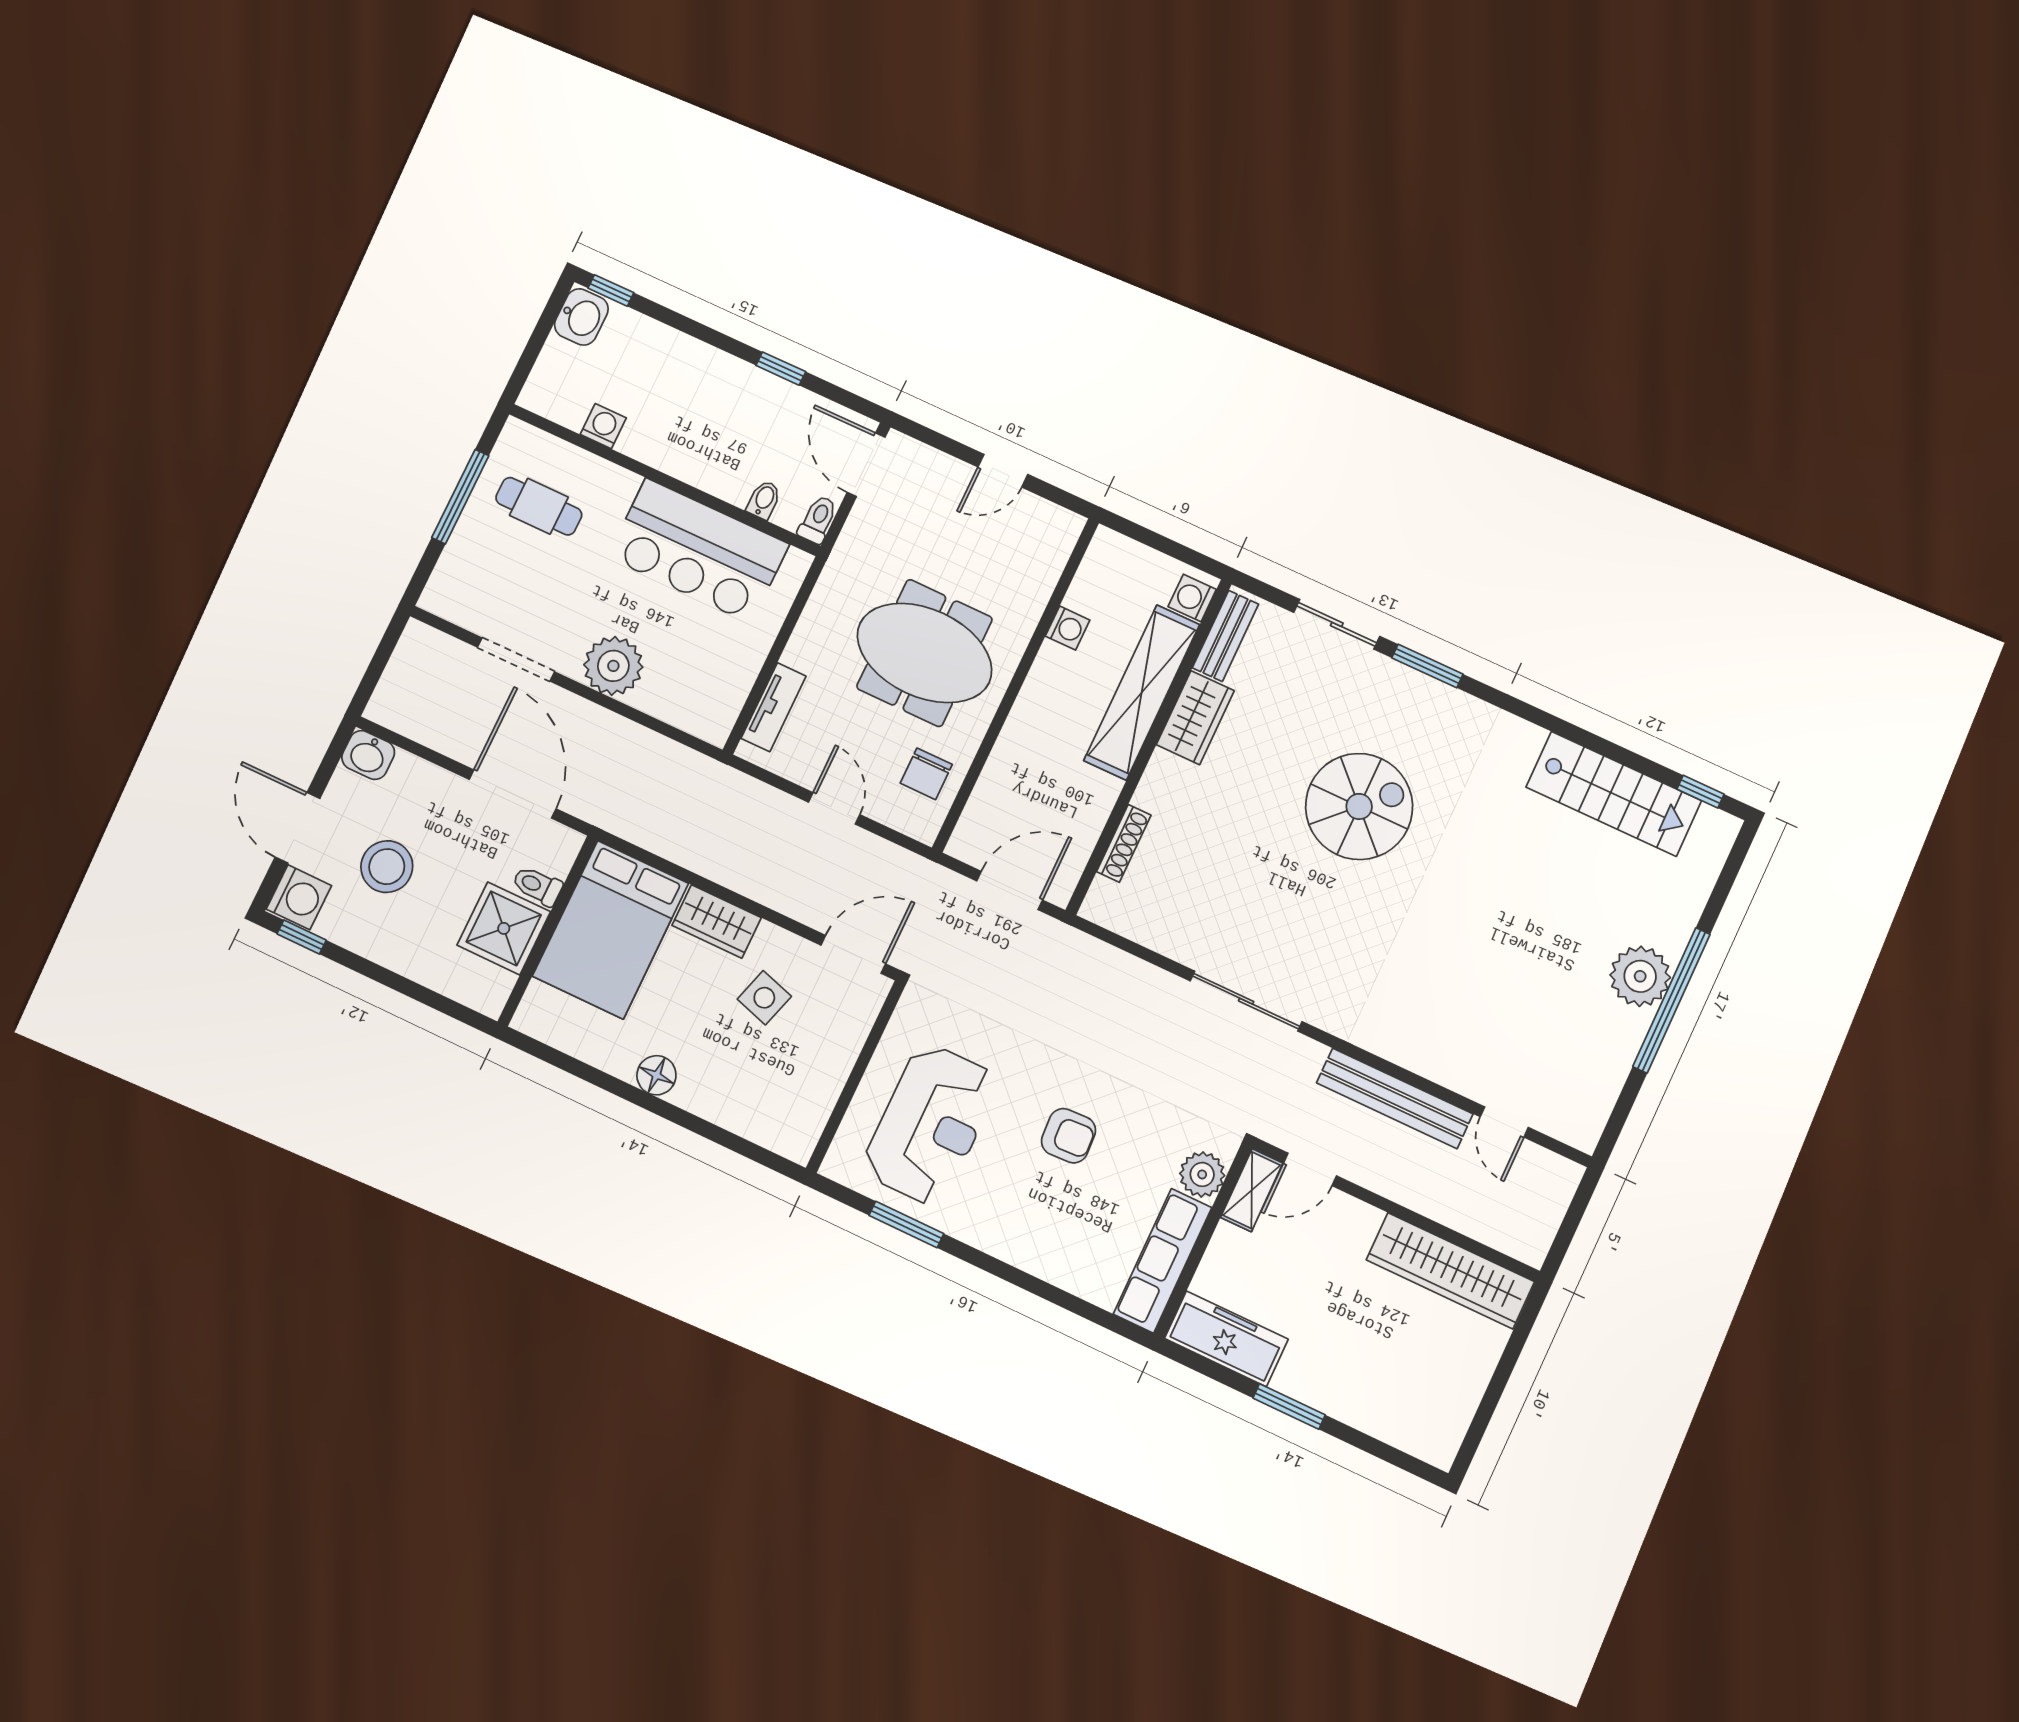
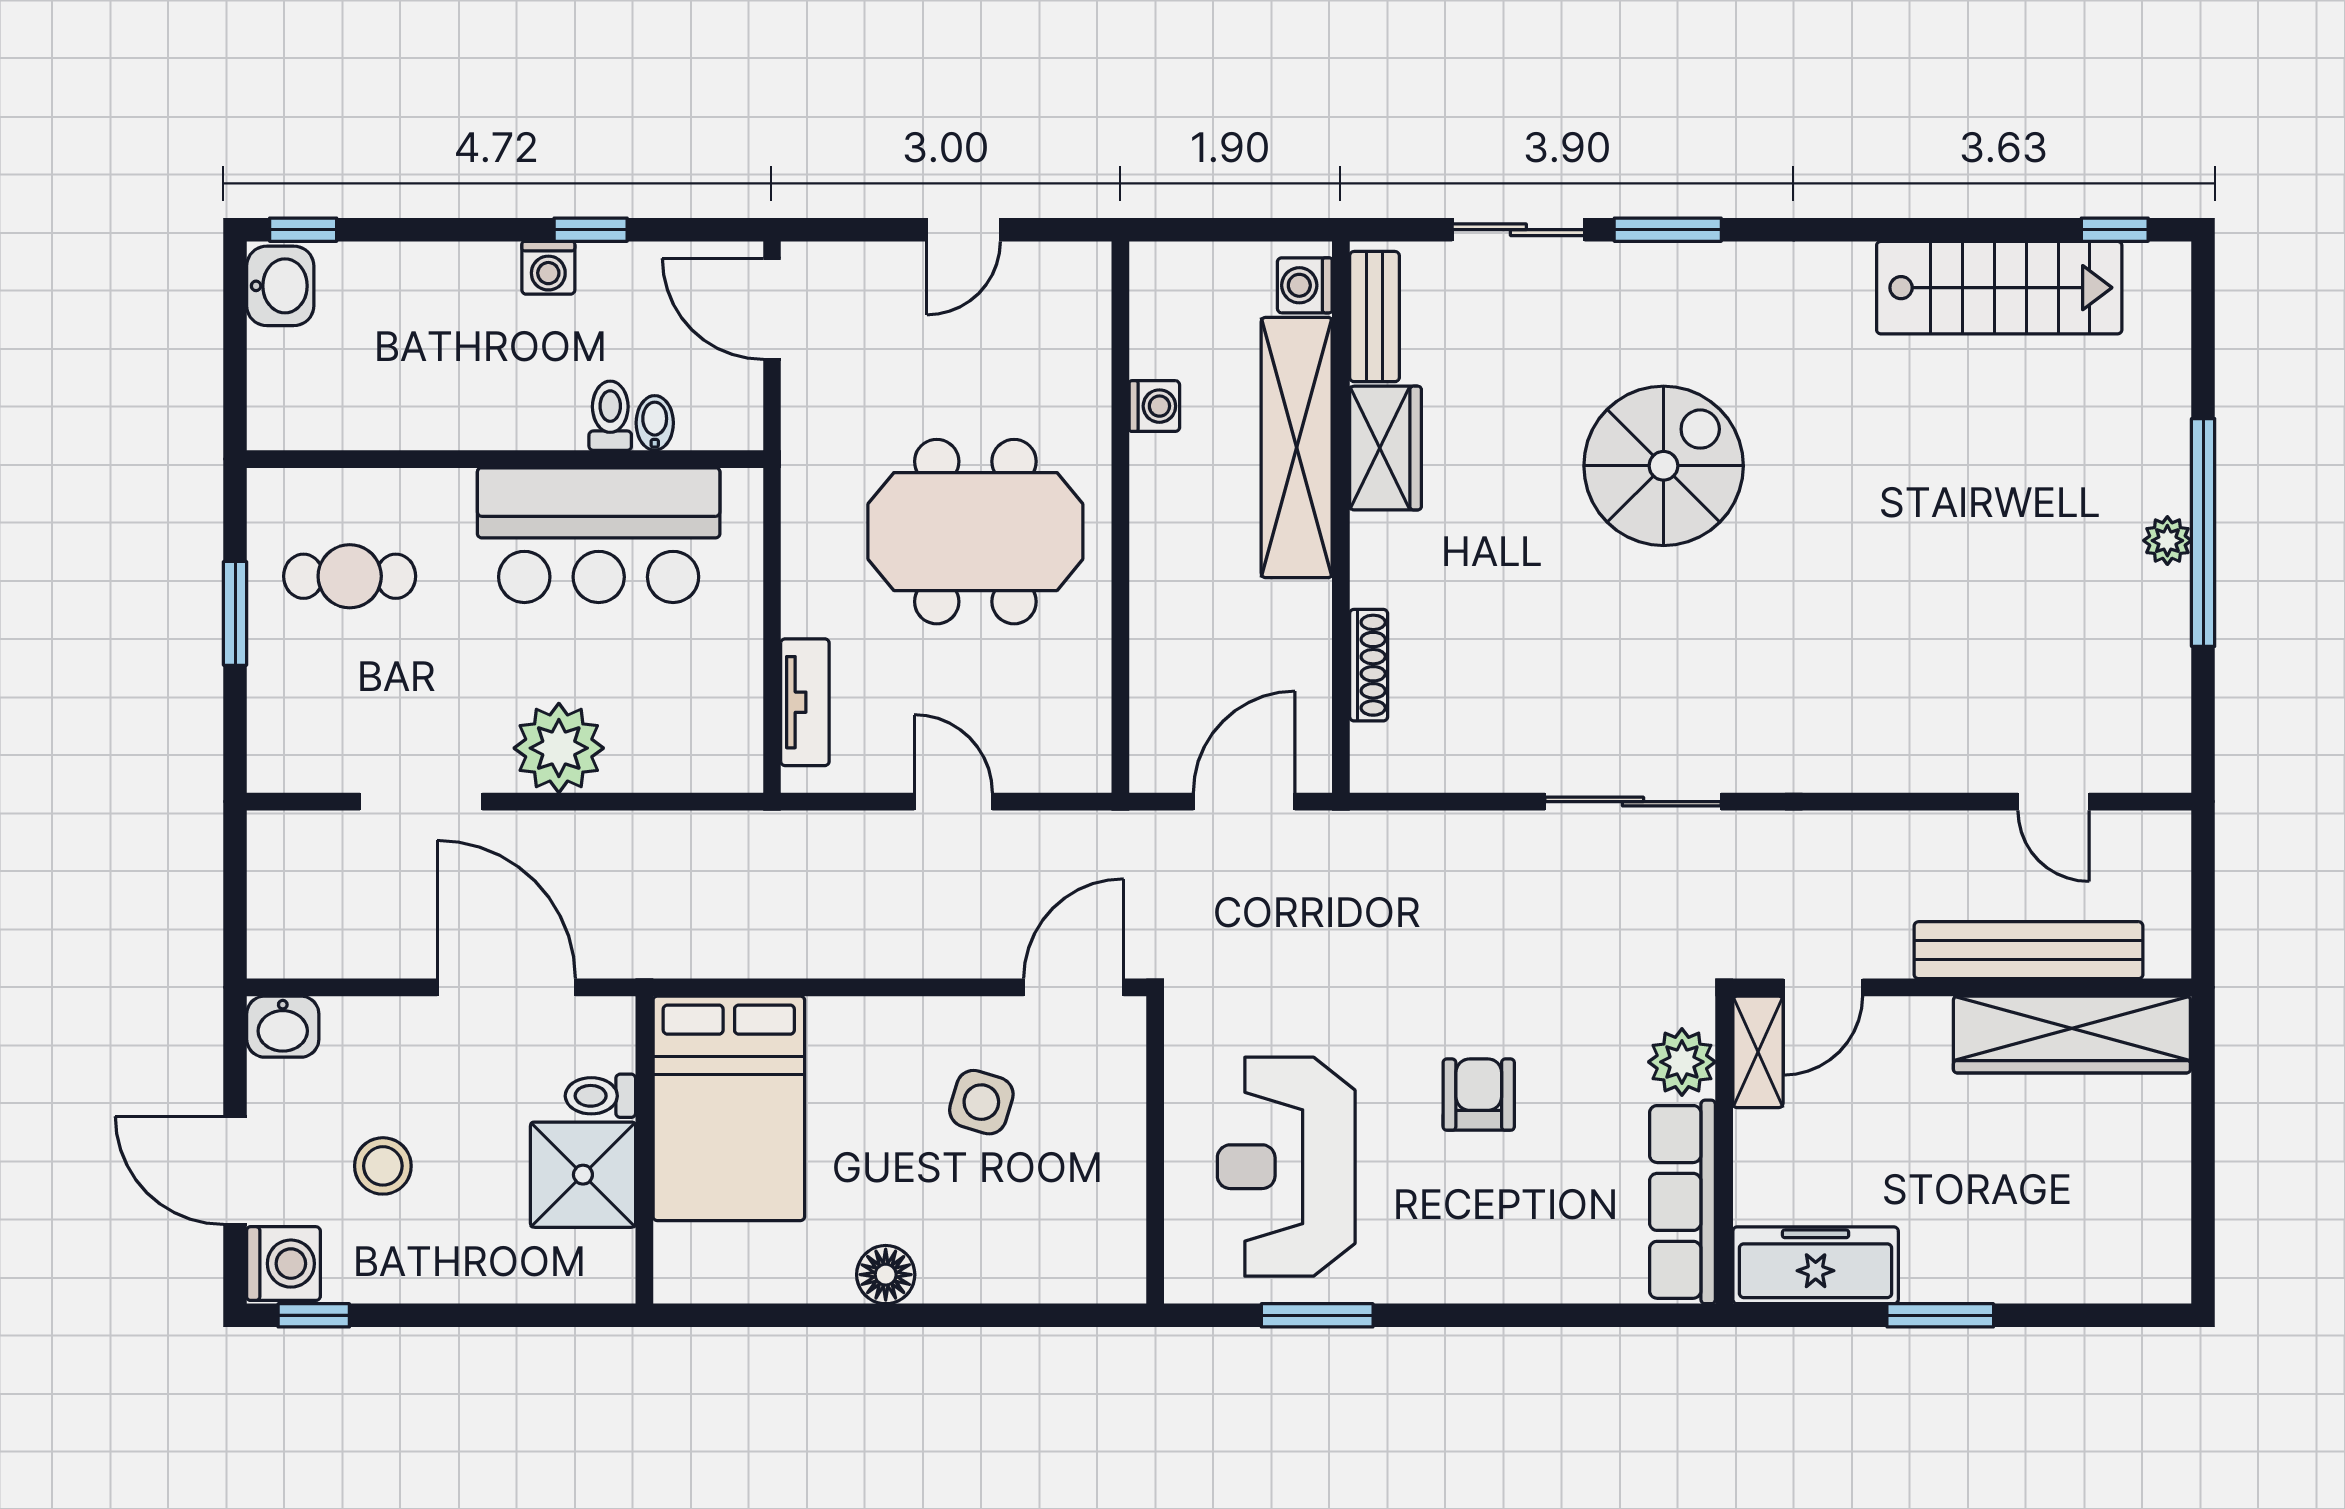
washing machine: (603, 426) -> (548, 268), moved, turned 180
window: (460, 497) -> (235, 613), width x0.69
toilet: (818, 520) -> (610, 416), moved
chair: (926, 774) -> (1056, 696), removed
stool: (387, 867) -> (383, 1166), width x0.73, depth x0.73
wardrobe: (717, 922) -> (867, 1030), removed
plant: (1640, 976) -> (2167, 541), width x0.53, depth x0.53
bench: (1395, 1098) -> (2029, 950), moved
reception desk: (930, 1124) -> (1286, 1167), turned 180
armchair: (1068, 1136) -> (1479, 1095), turned -87

